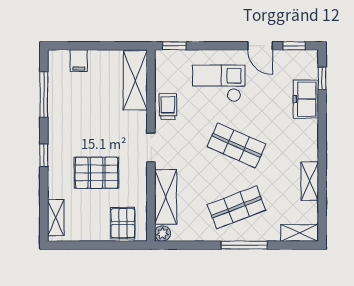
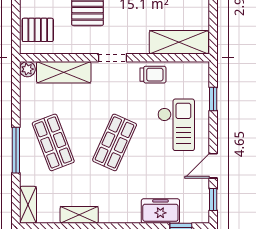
window: (174, 46) -> (213, 99), moved

